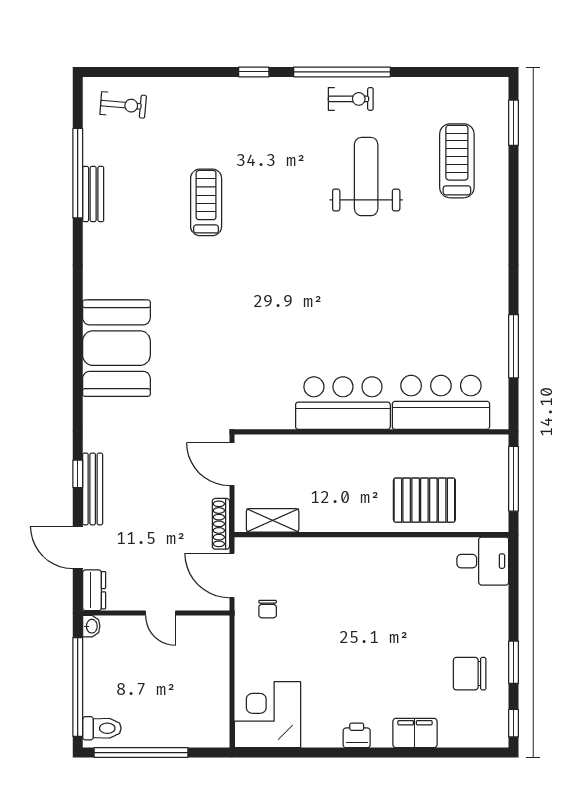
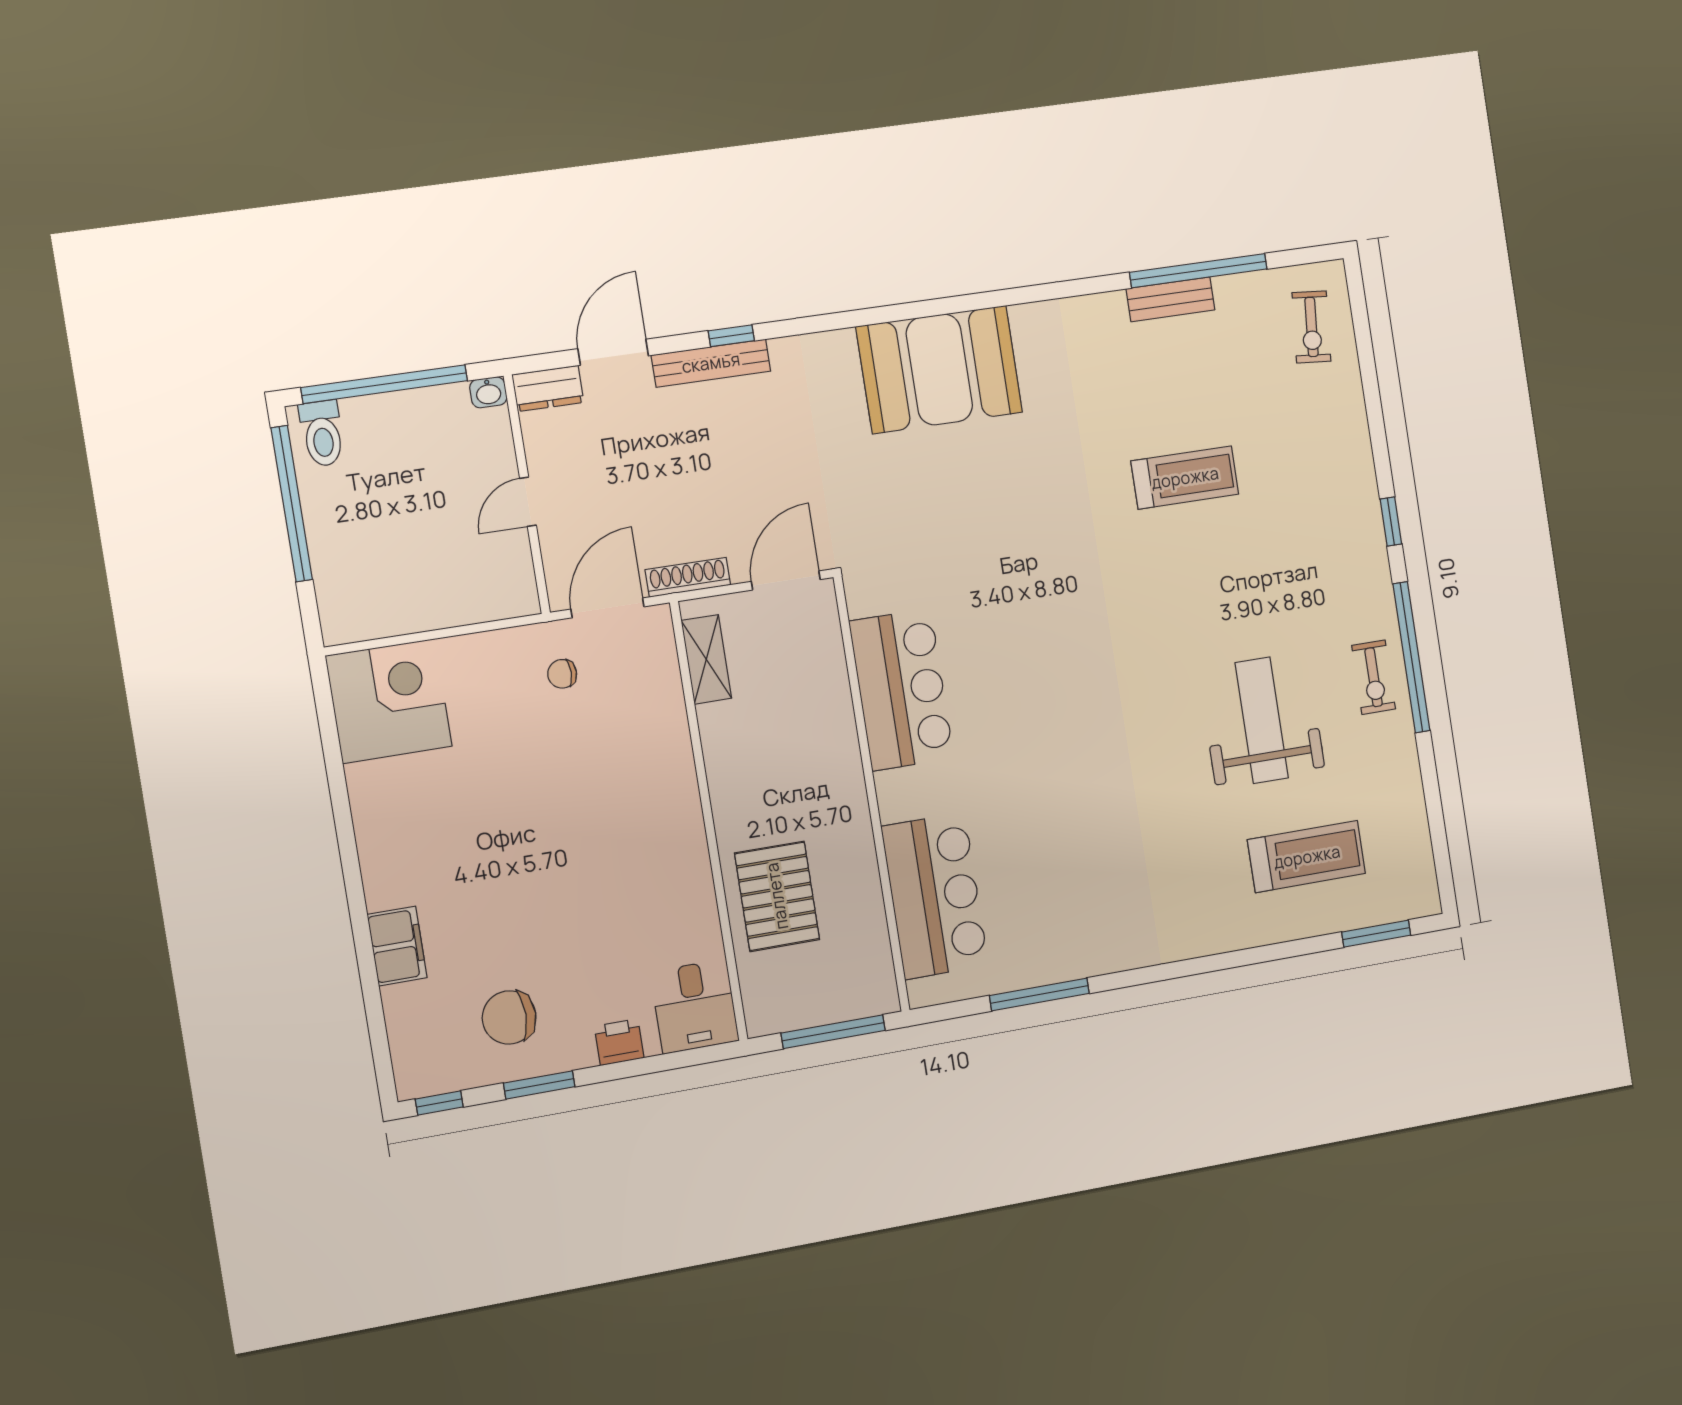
weight bench: (366, 177) -> (1262, 720), turned -90
bar counter: (343, 403) -> (901, 690), moved
chair: (470, 674) -> (509, 1017), turned -90
printer: (357, 735) -> (619, 1042), moved, turned -90

